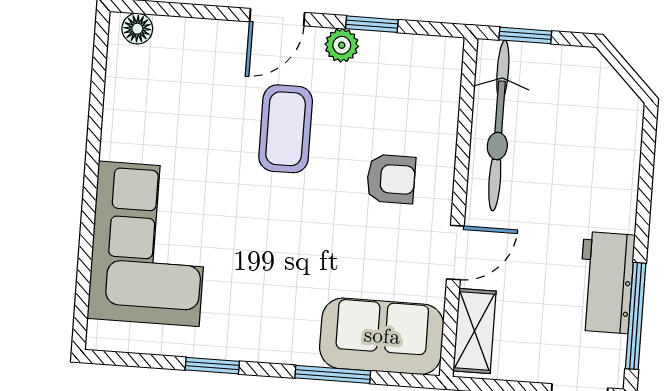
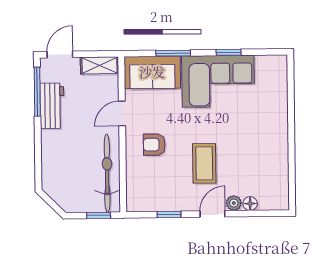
floor lamp: (137, 29) -> (250, 204), moved
plant: (342, 45) -> (234, 203), moved
corner sofa: (149, 244) -> (218, 81), moved, turned -90
shelving: (475, 331) -> (100, 65), moved, turned 90

